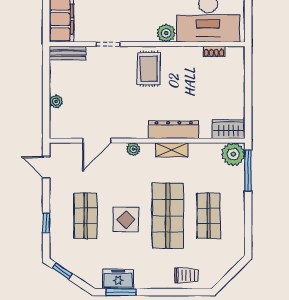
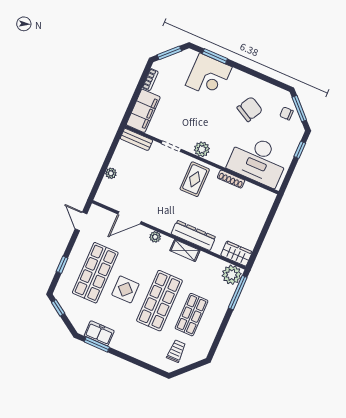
plant: (166, 33) -> (202, 149), moved
shoe rack: (214, 51) -> (231, 179), moved, width x1.43
shop shelf: (86, 216) -> (95, 273), width x1.43, depth x1.36
trolley: (187, 275) -> (176, 351), moved, turned -90

